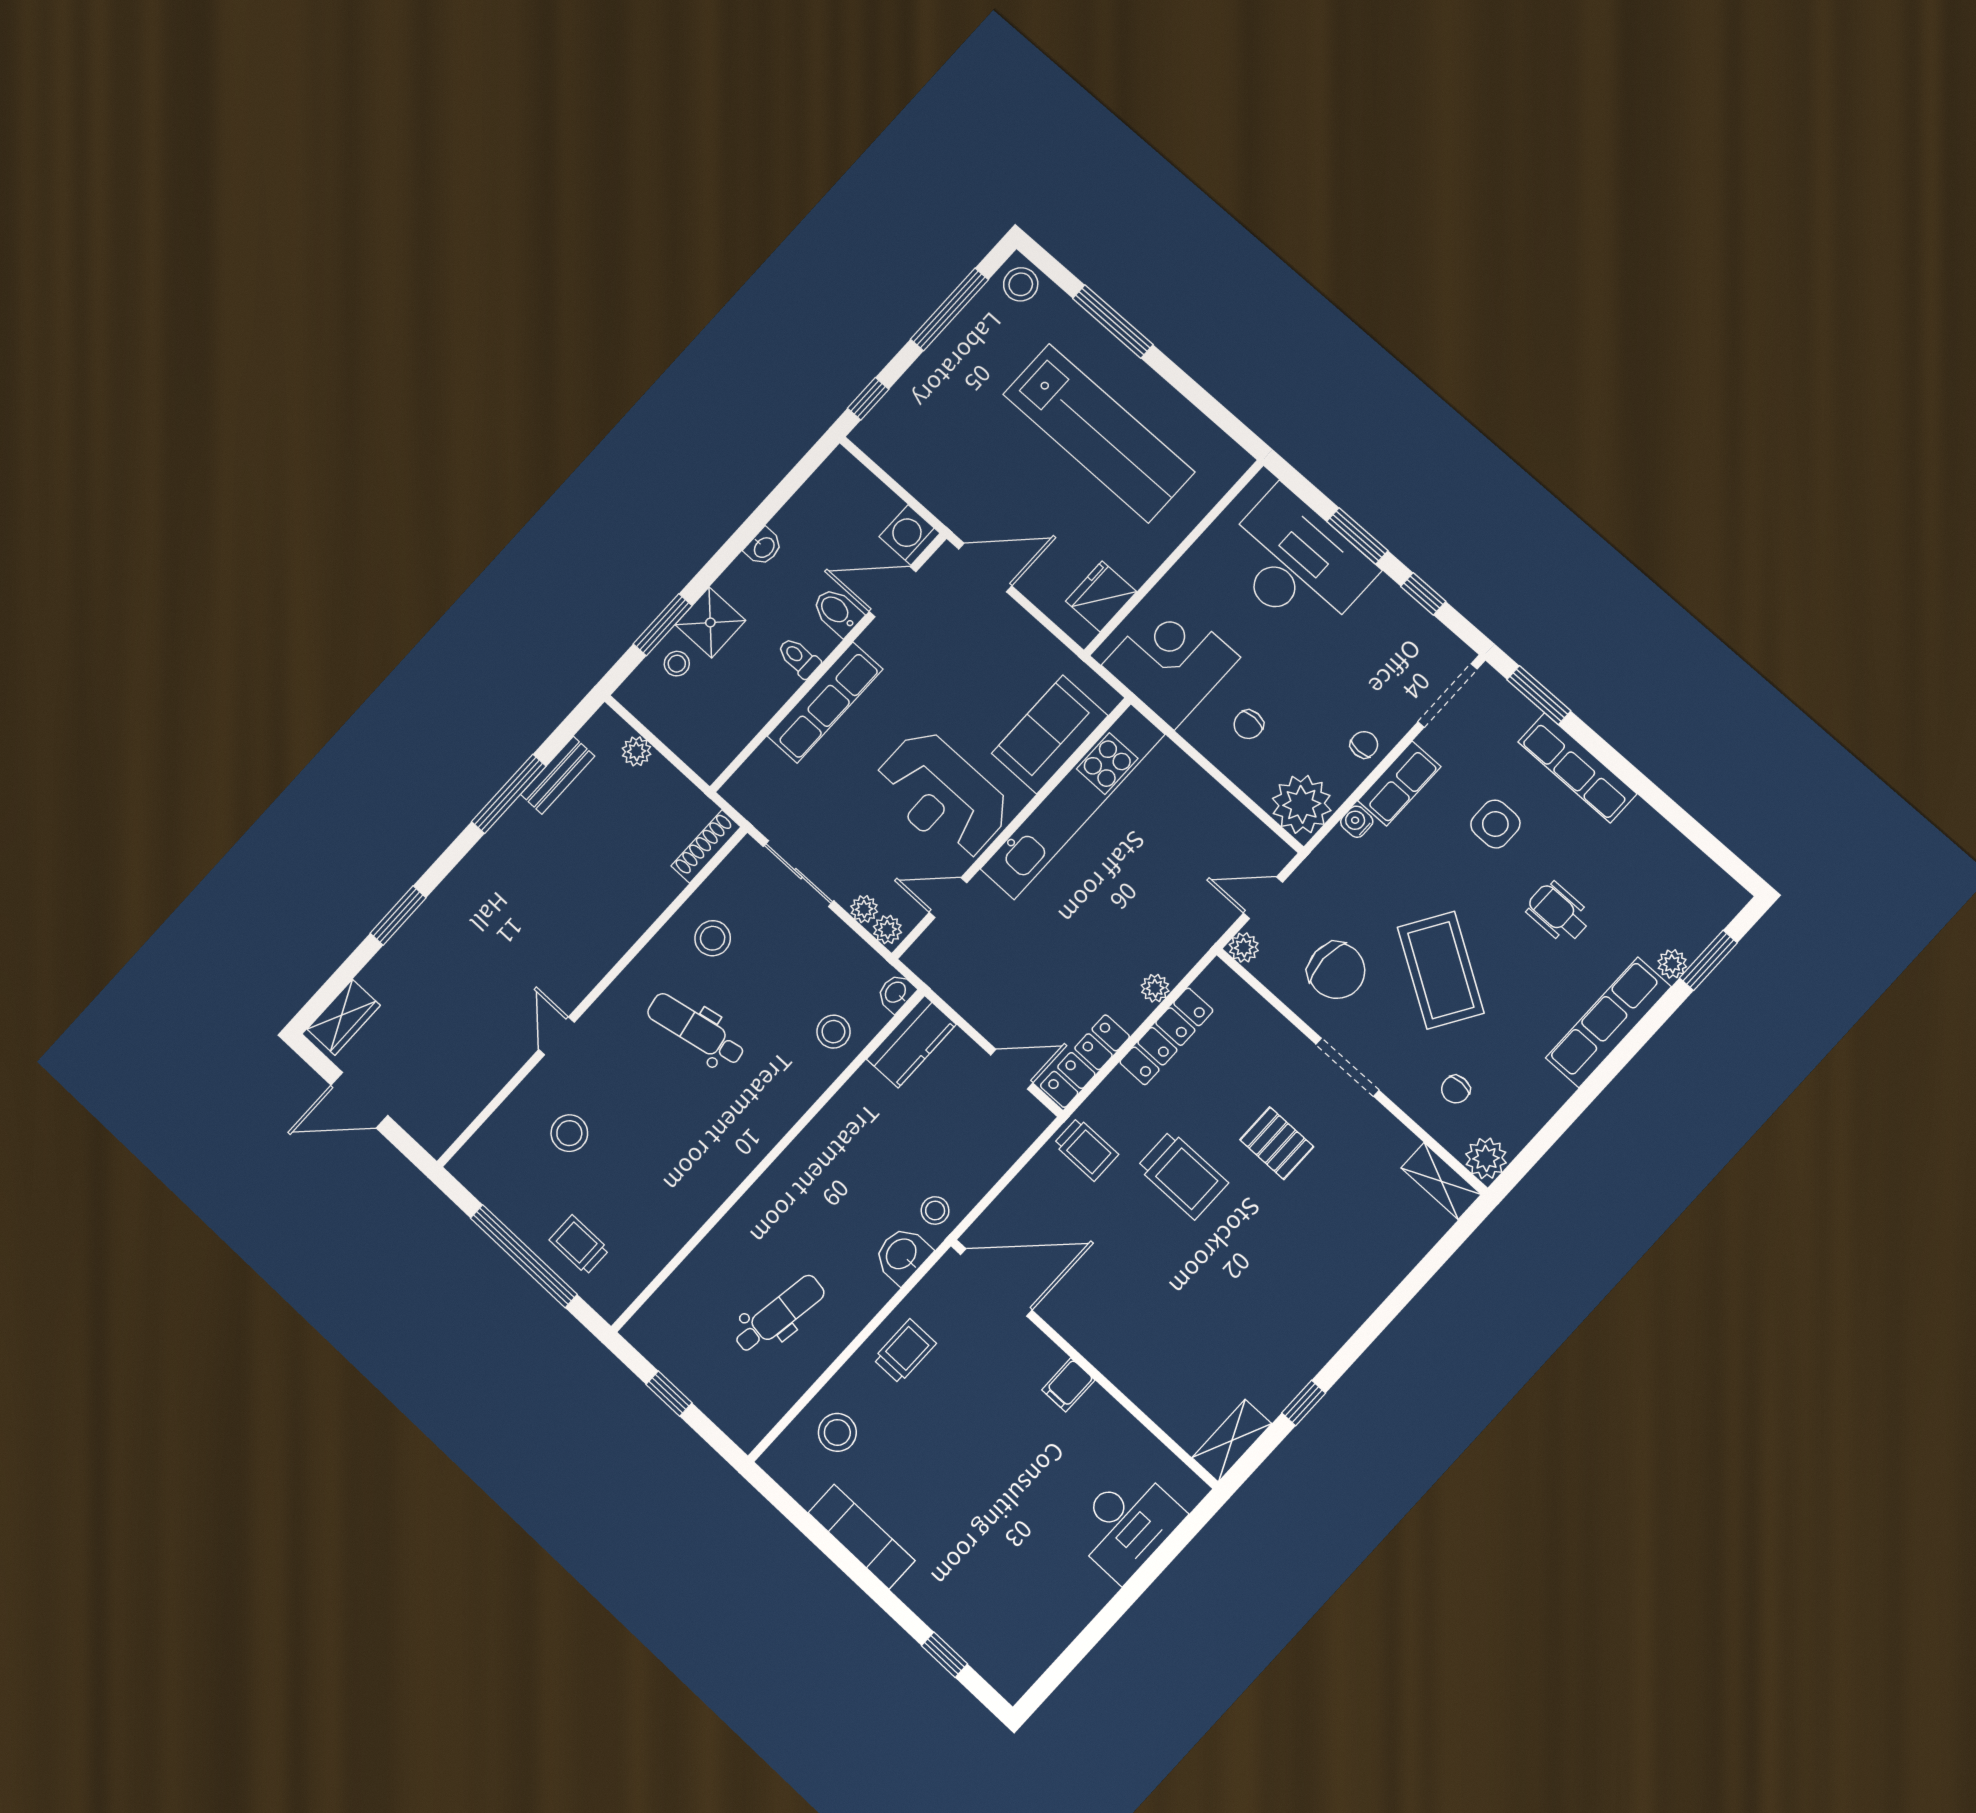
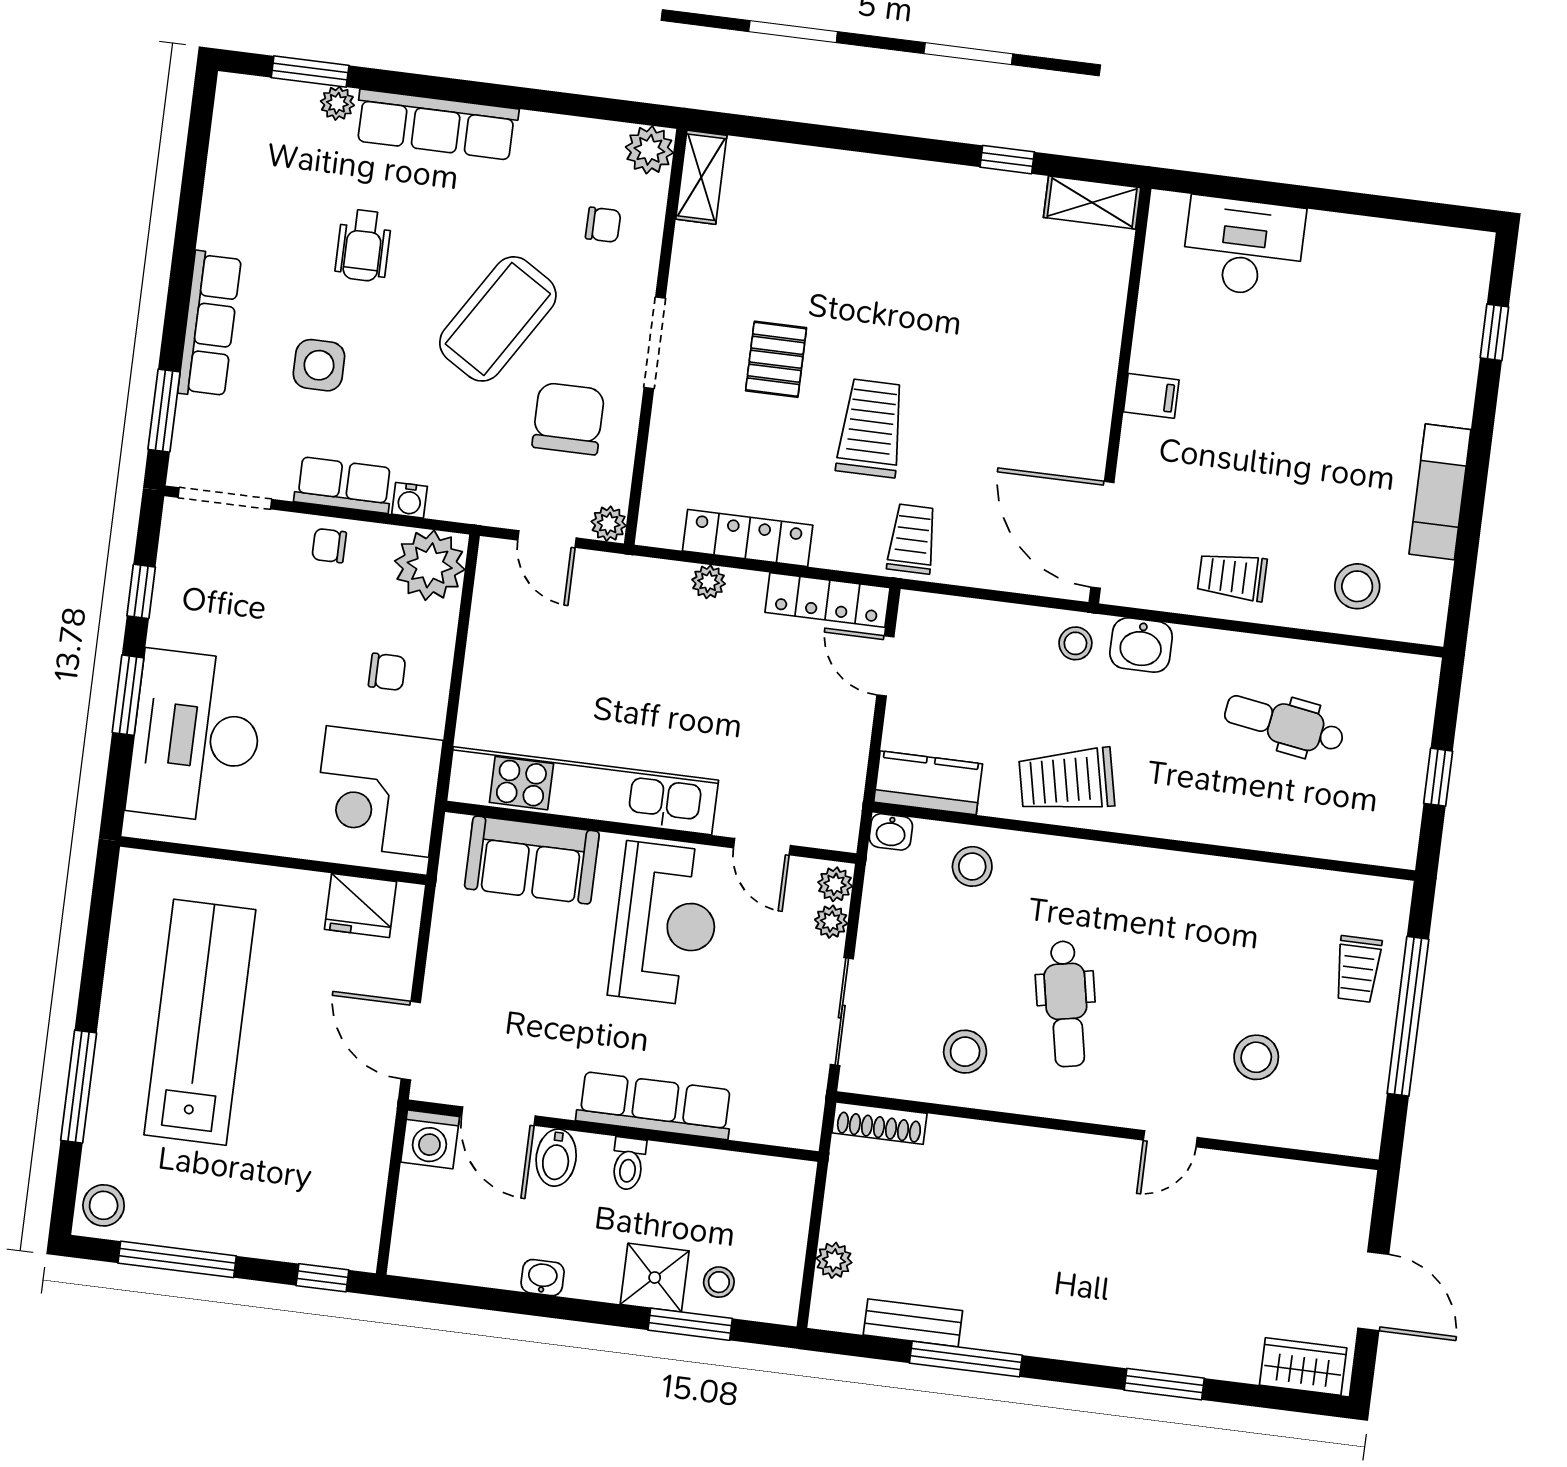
trolley: (846, 1138) -> (1067, 780), added

